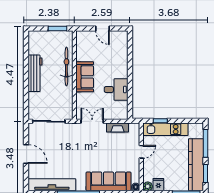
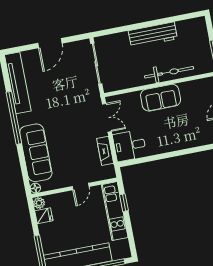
desk: (116, 90) -> (130, 146), moved, turned 90
door: (141, 152) -> (81, 186), hinge flipped

